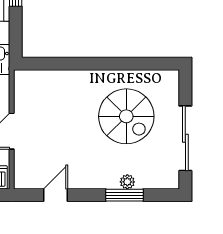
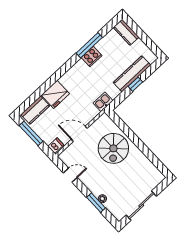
spiral stairs: (126, 116) -> (113, 148), moved

